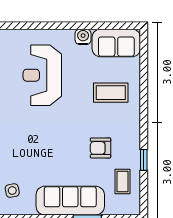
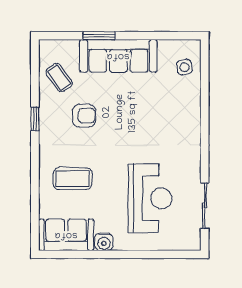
window: (144, 160) -> (35, 119), moved
coffee table: (123, 182) -> (59, 78), turned -36

